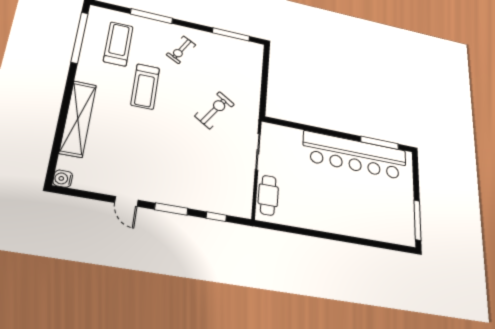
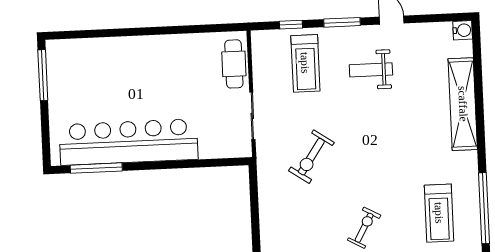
treadmill: (145, 86) -> (305, 63), moved, turned 180
weight bench: (153, 164) -> (371, 70), added

